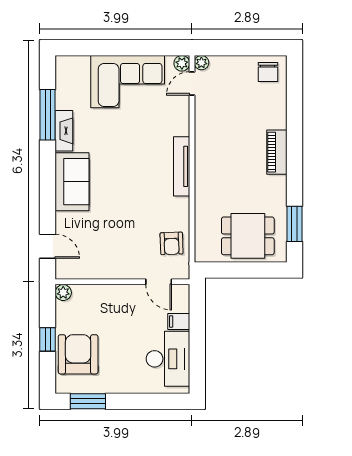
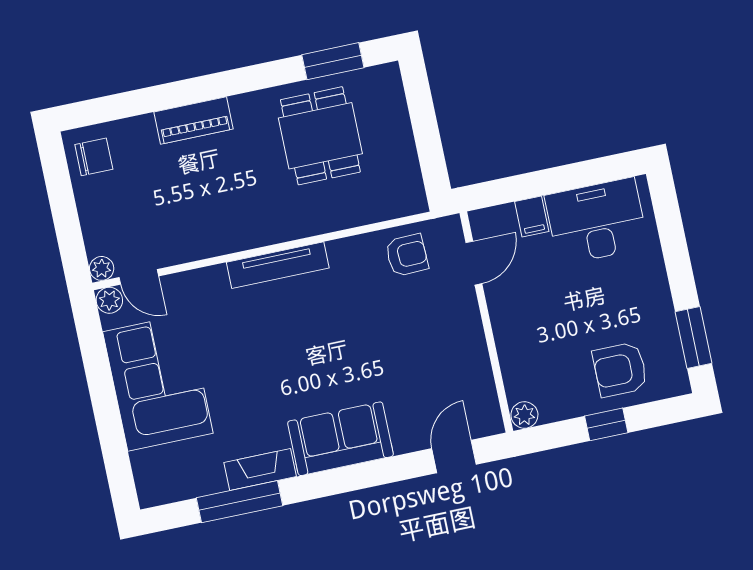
piano: (277, 152) -> (194, 120), moved
dining table: (248, 236) -> (320, 136), moved
armchair: (78, 354) -> (620, 370), width x0.73, depth x0.73

